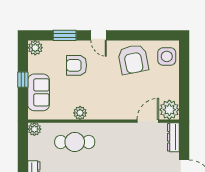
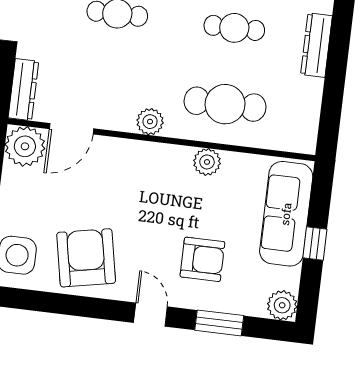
sofa: (39, 92) -> (286, 214), width x1.36
plant: (34, 129) -> (150, 122), moved

